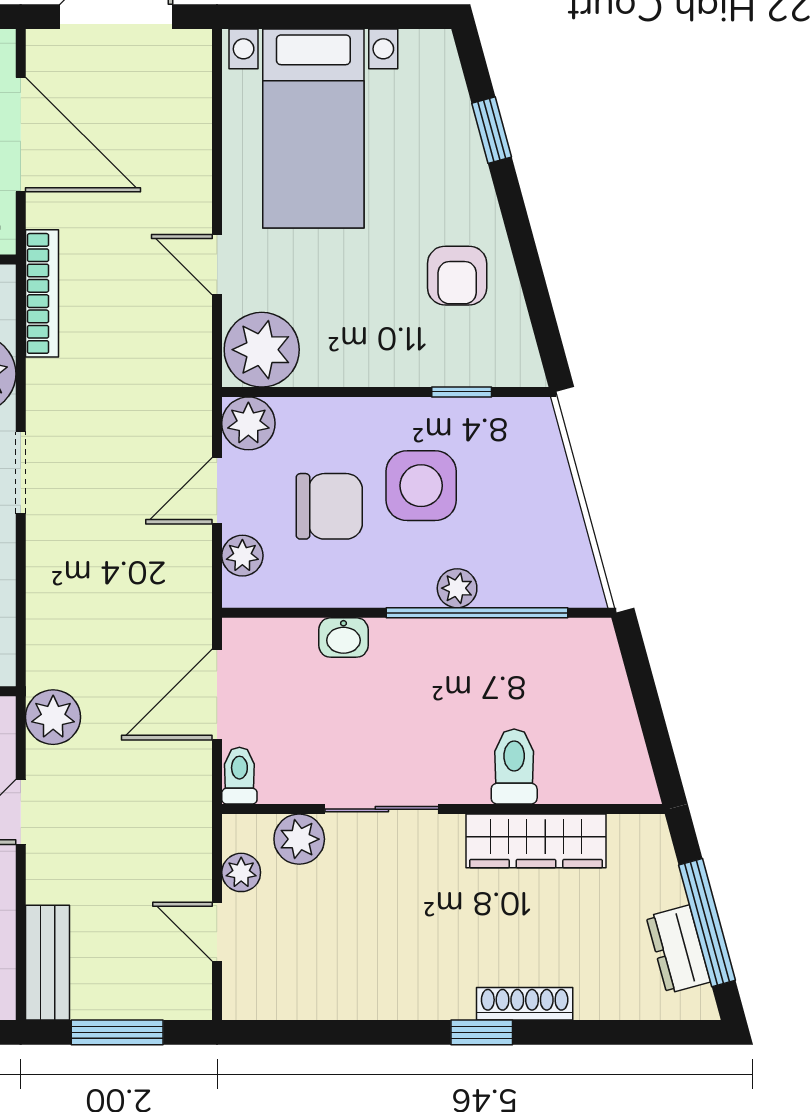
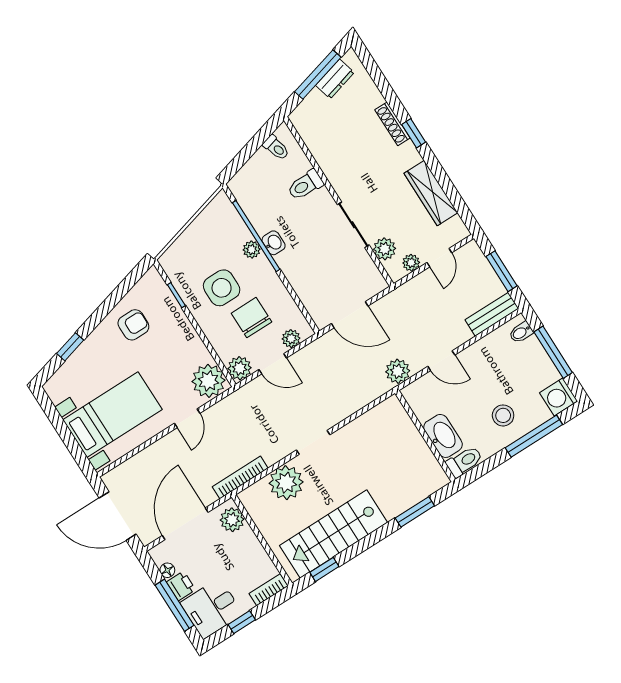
washbasin: (343, 638) -> (274, 243), moved
toilet: (239, 776) -> (276, 148), moved, turned -105
wardrobe: (536, 841) -> (431, 193), moved, turned 180

